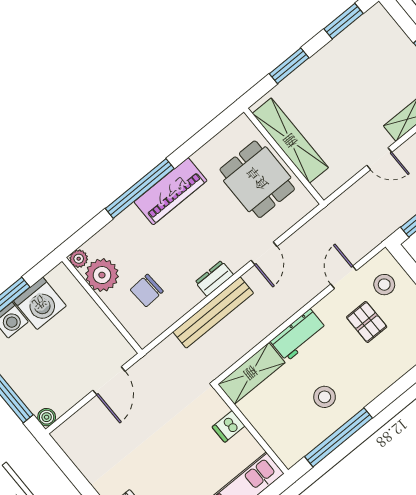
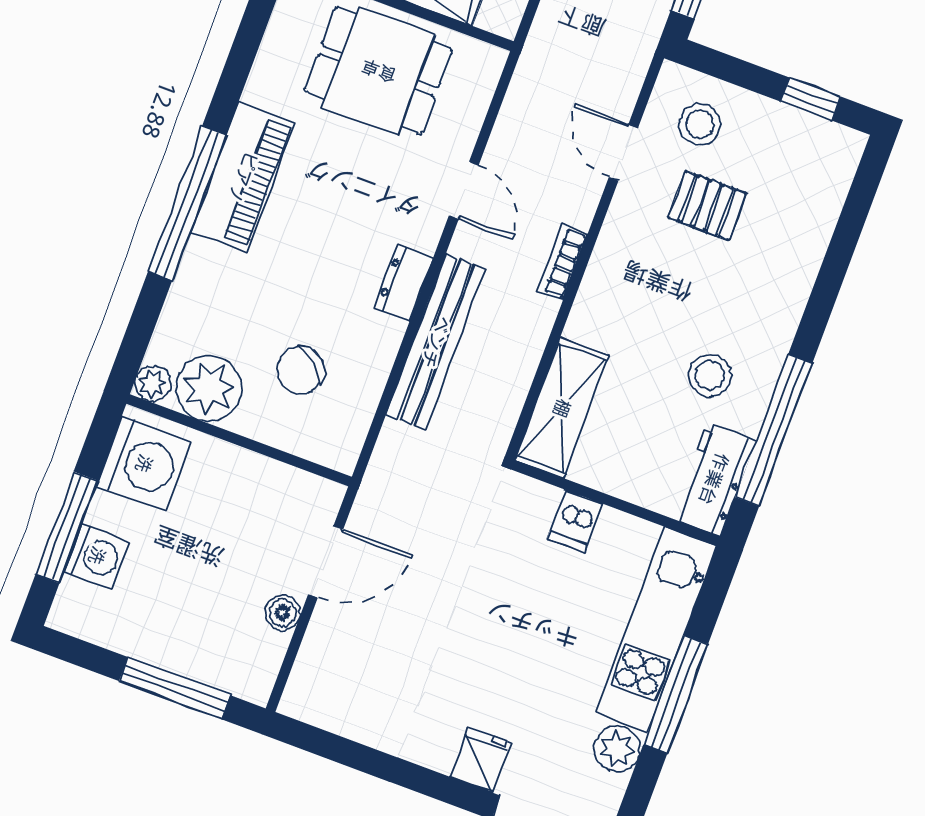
chair: (147, 290) -> (301, 370), turned 44
washing machine: (40, 303) -> (144, 464), moved
bookcase: (289, 310) -> (562, 262), added
workbench: (299, 335) -> (714, 479), moved, turned 180
door: (109, 381) -> (326, 562), hinge flipped
boiler: (47, 417) -> (283, 613), moved

